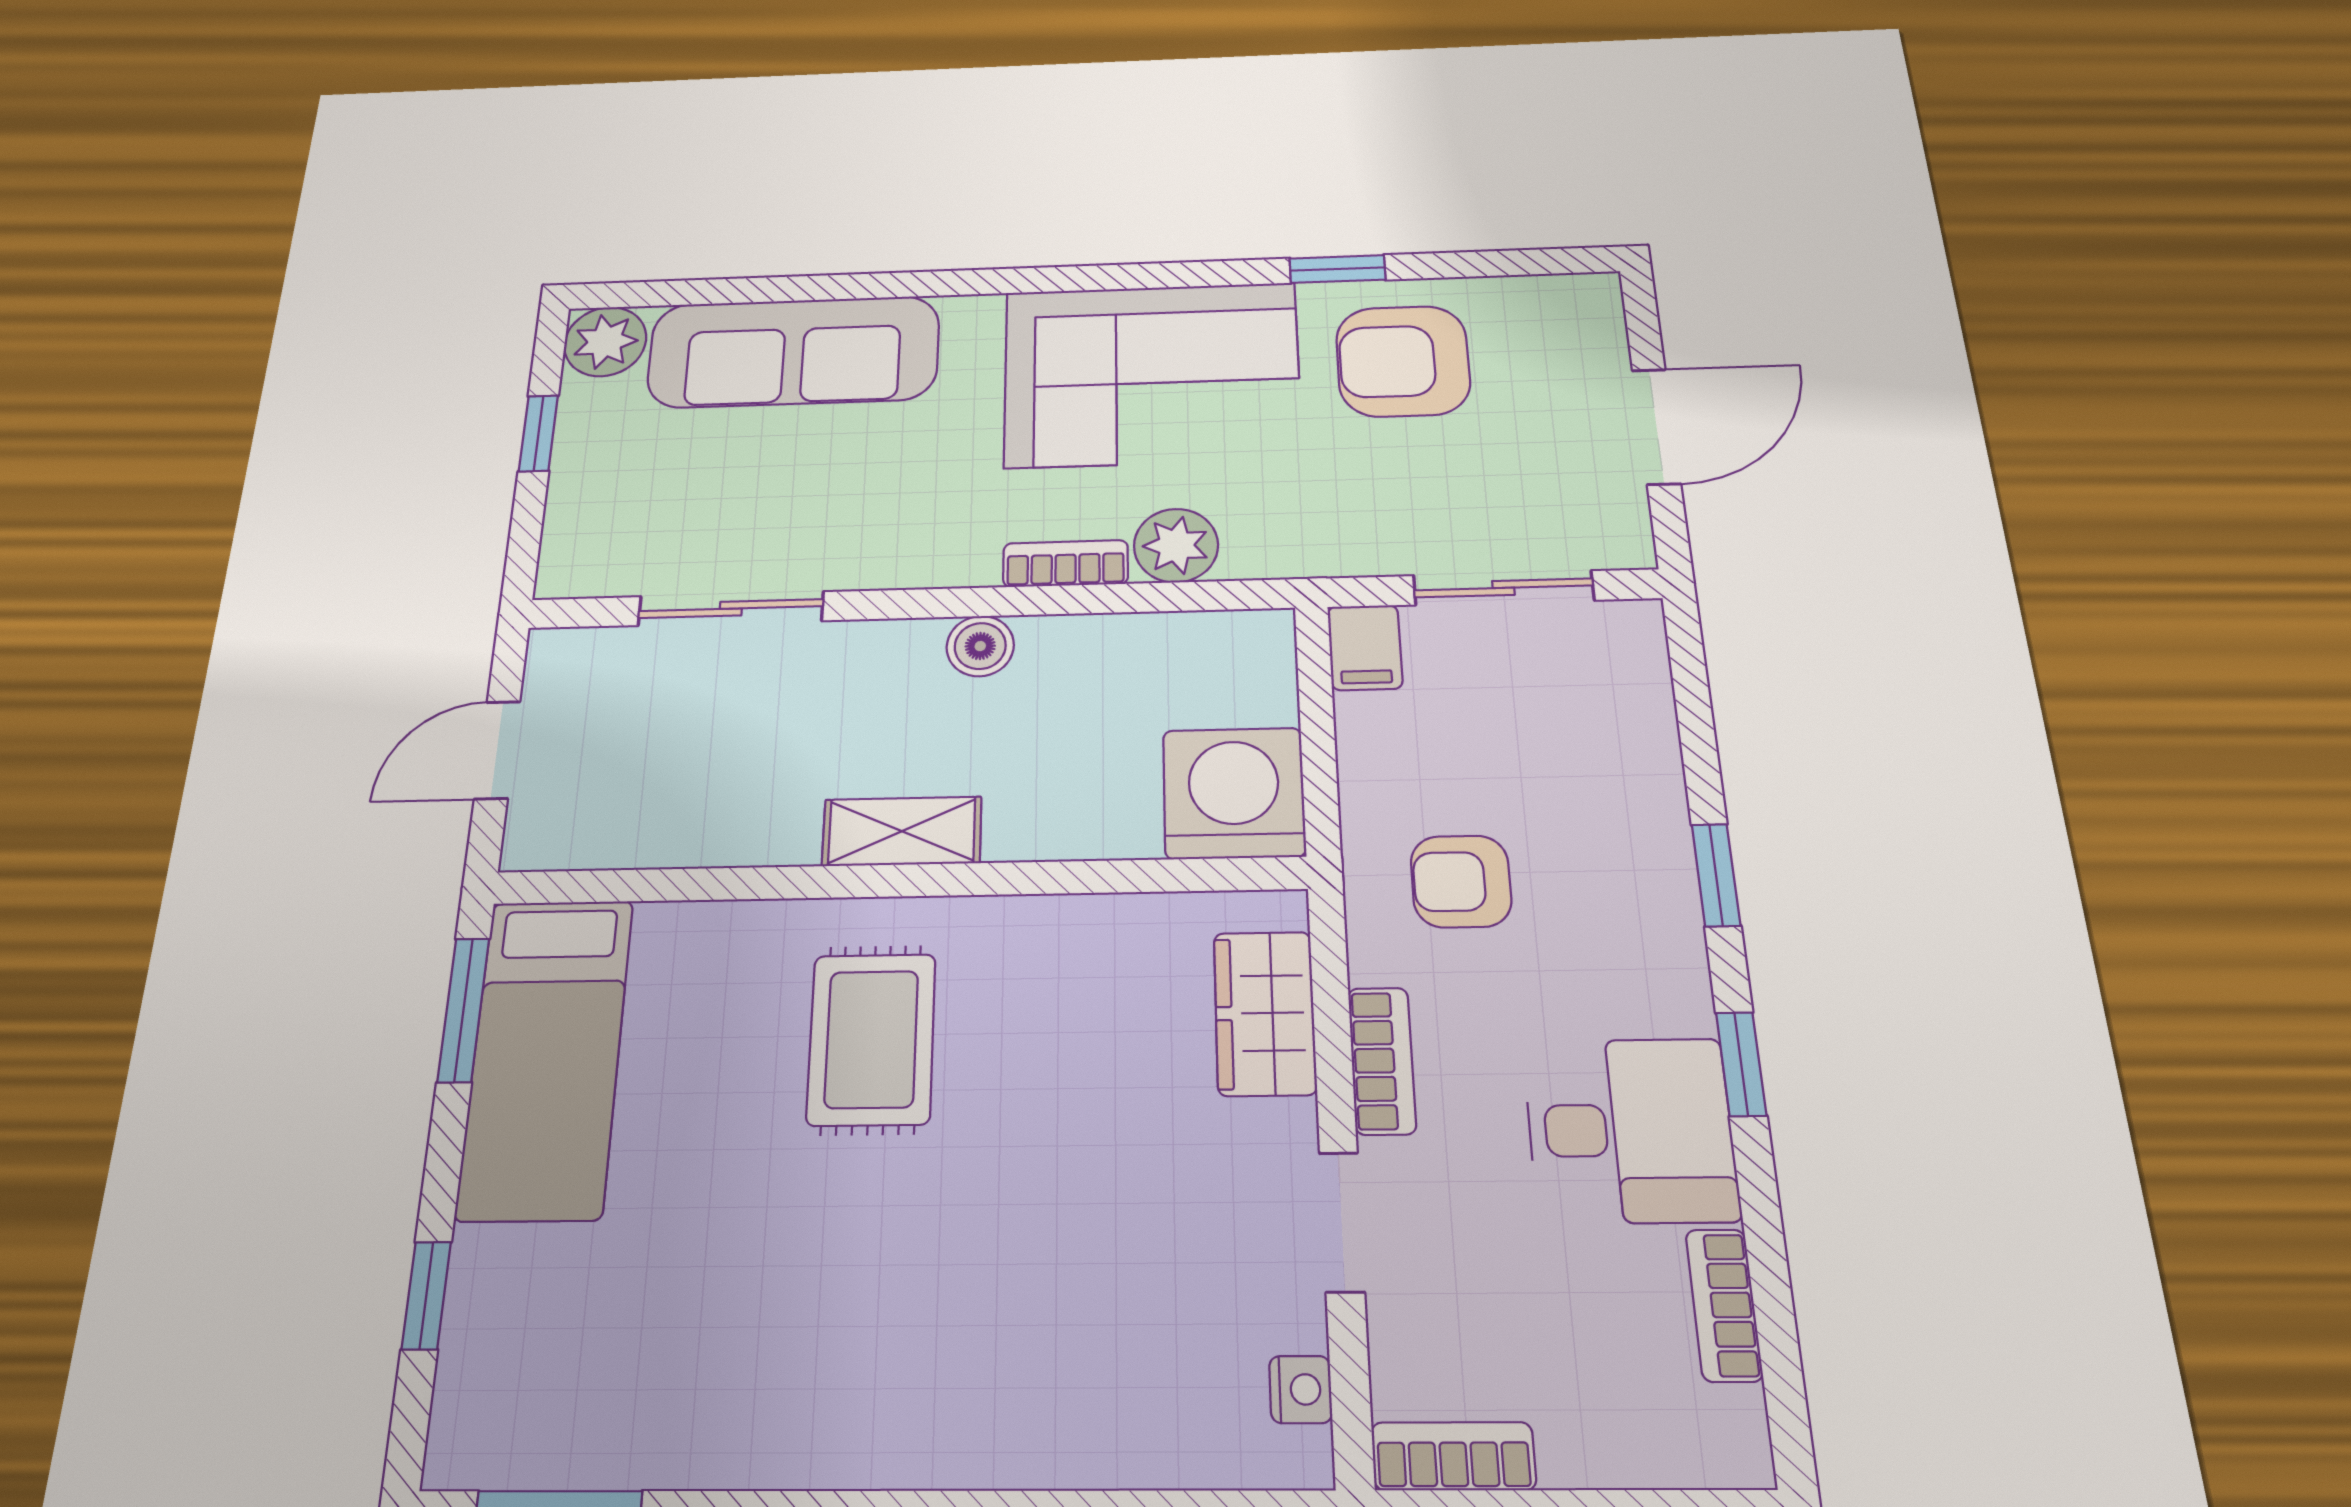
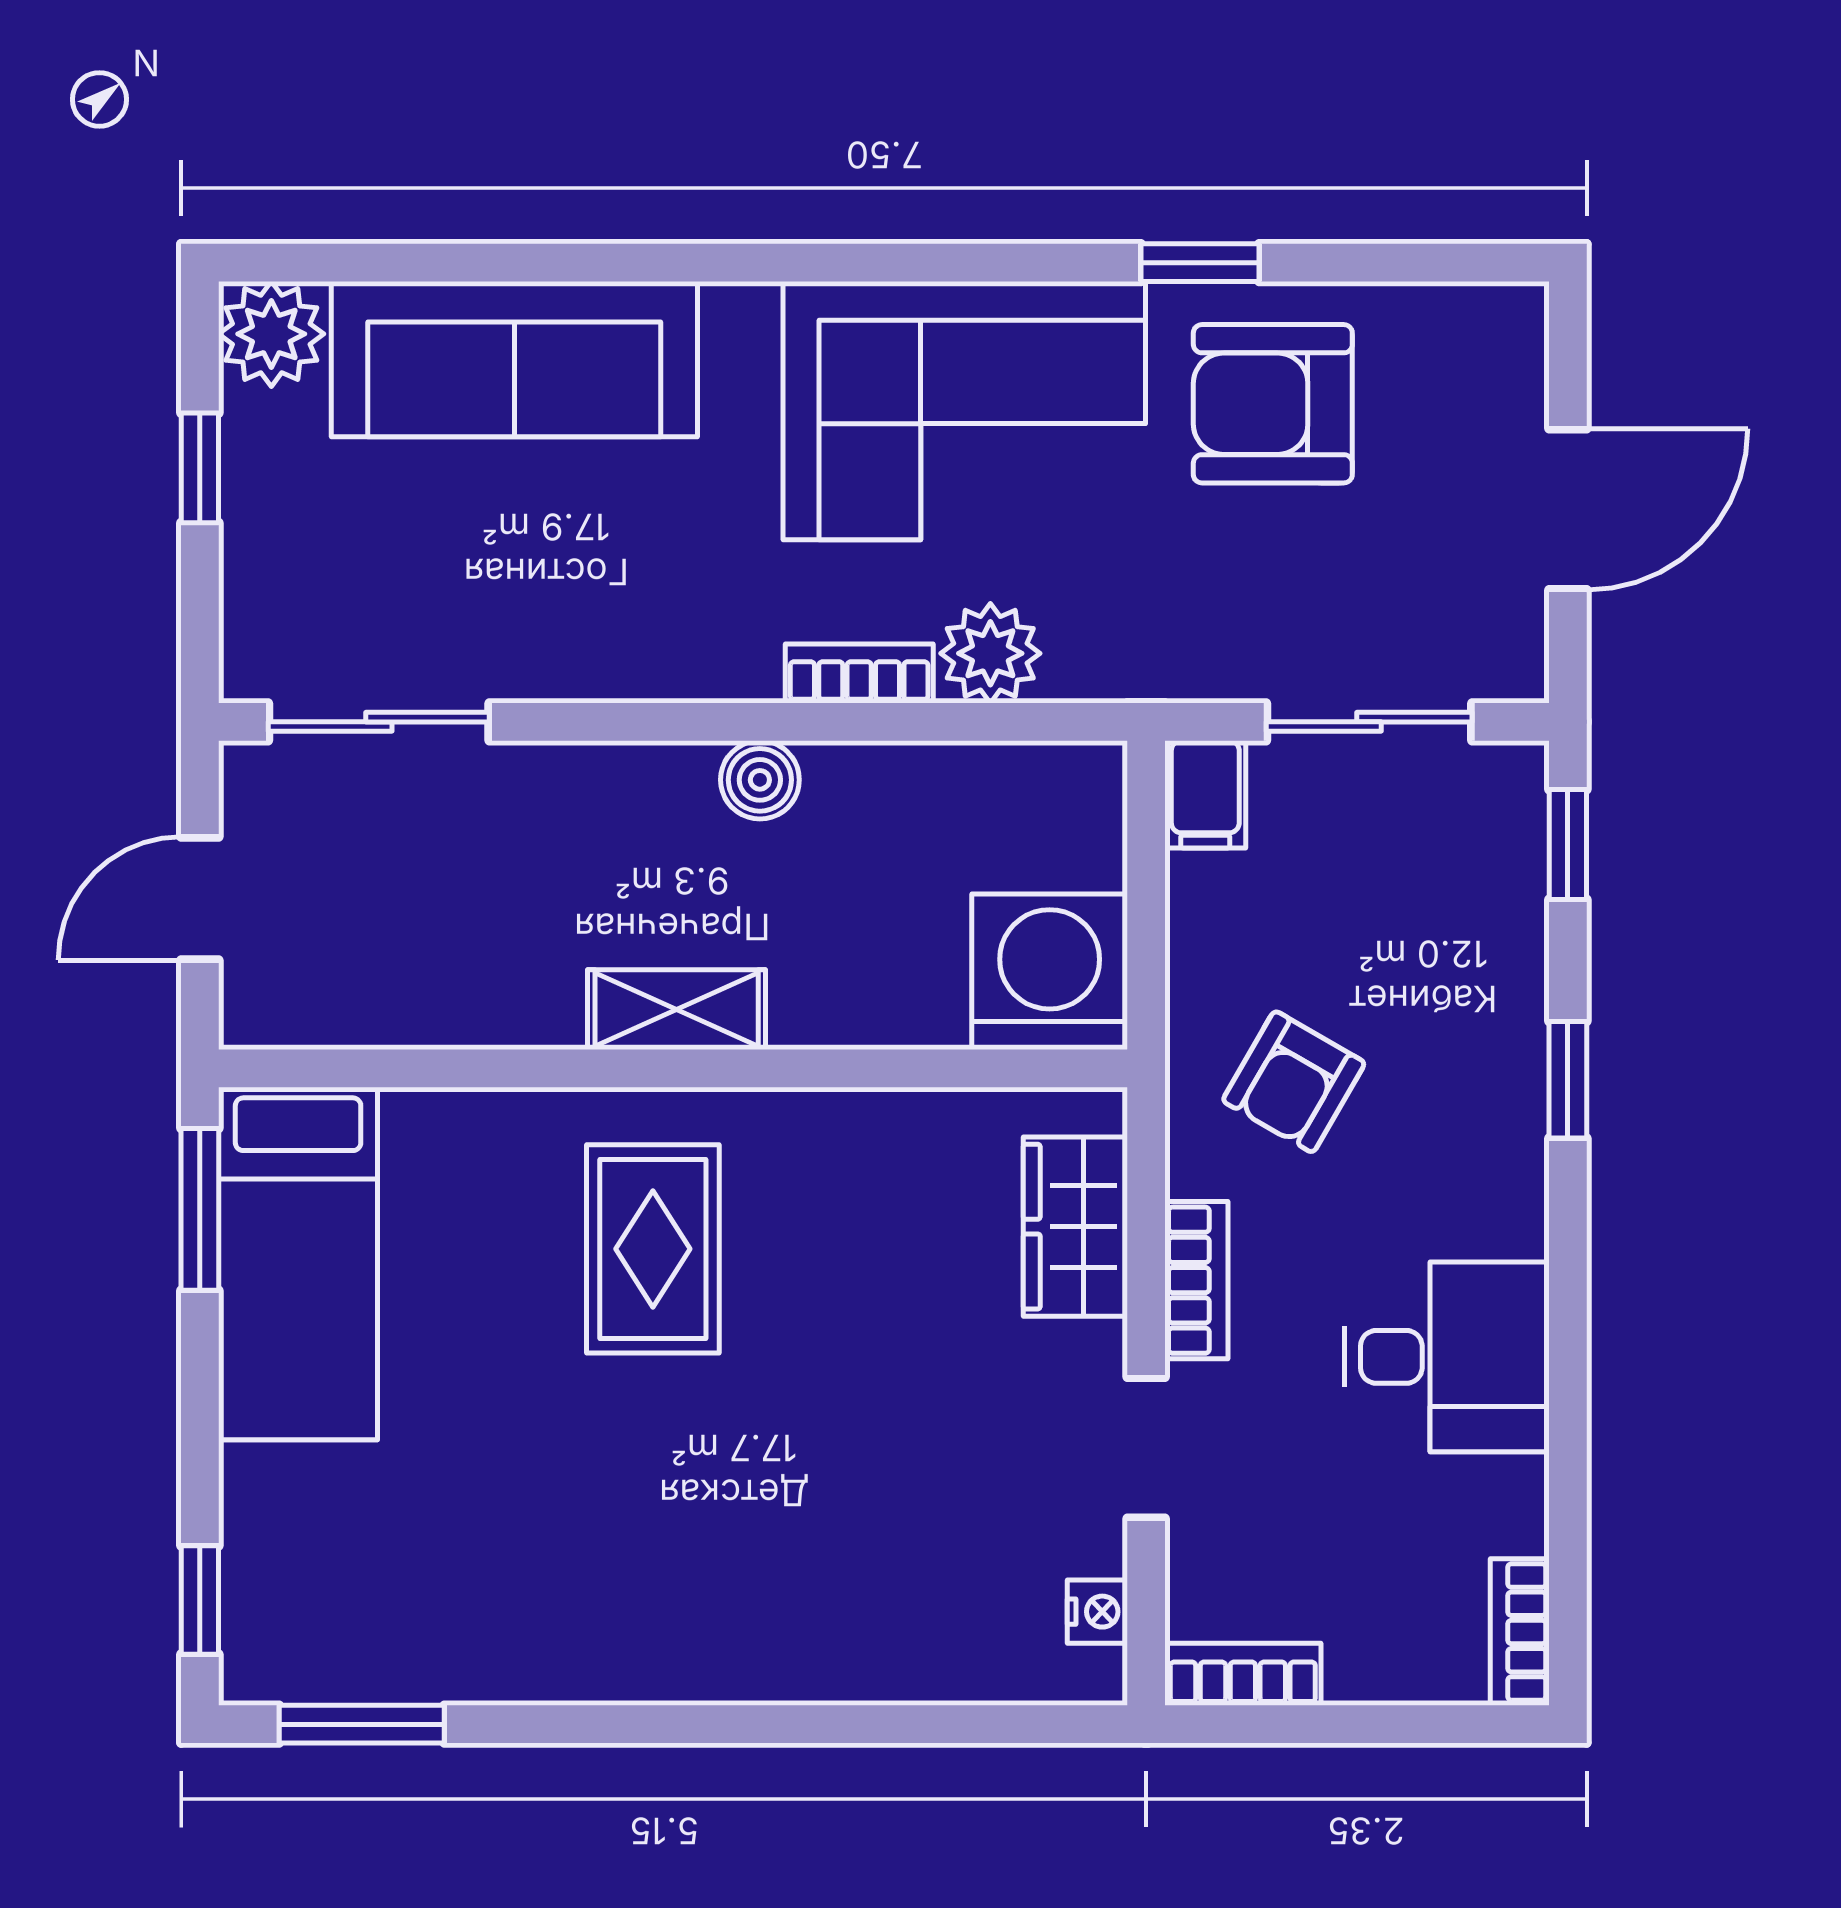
sliding door: (731, 609) -> (379, 722), moved
armchair: (1461, 881) -> (1294, 1082), turned -60
window: (1741, 1064) -> (1568, 845), moved
window: (426, 1295) -> (200, 1600), moved
bookcase: (1724, 1305) -> (1520, 1632), moved

